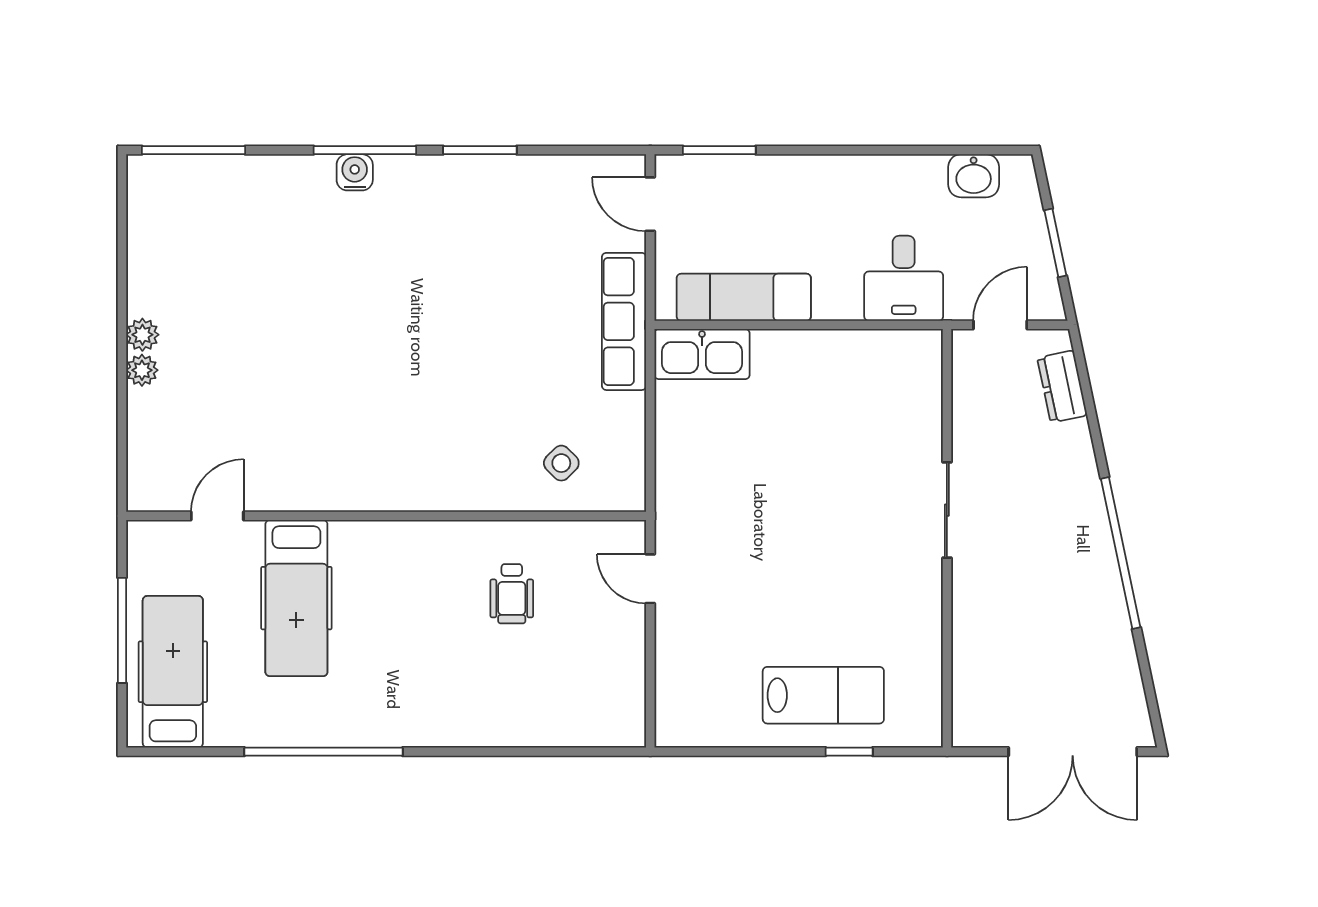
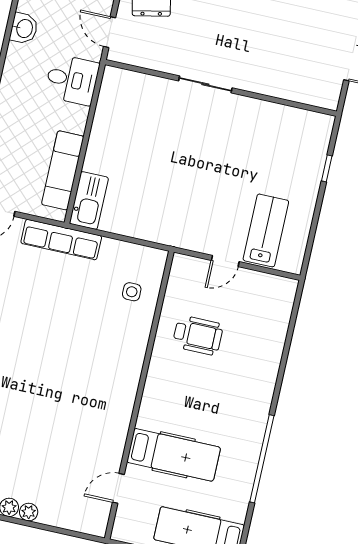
side table: (561, 463) -> (132, 292), turned 45
door: (217, 516) -> (118, 488), hinge flipped
door: (650, 579) -> (225, 261), moved
wheelchair: (512, 594) -> (198, 335), width x1.36, depth x1.37
lab bench: (823, 695) -> (266, 230), moved

